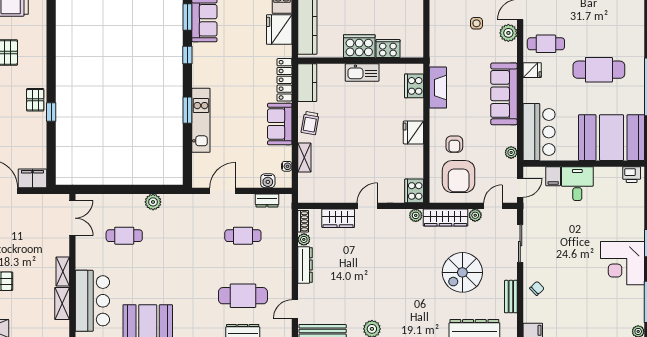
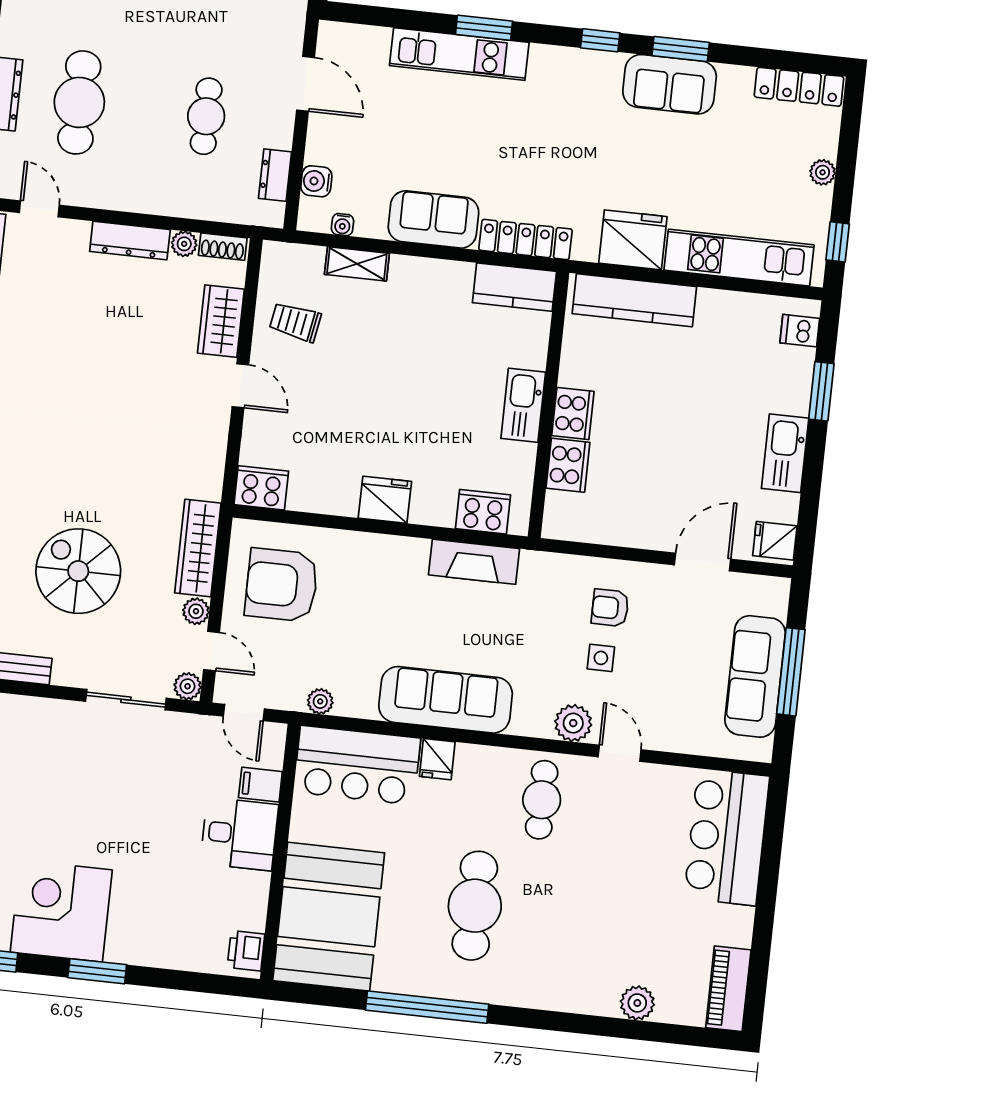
cooker: (359, 46) -> (573, 414), width x0.73, depth x0.76
fridge: (532, 70) -> (437, 759), moved
trolley: (310, 123) -> (295, 322), moved
armchair: (454, 144) -> (610, 608), moved
plant: (416, 215) -> (188, 686), moved
chair: (537, 288) -> (27, 725), removed

